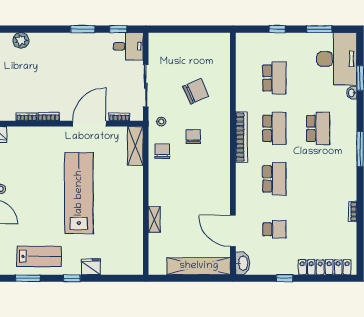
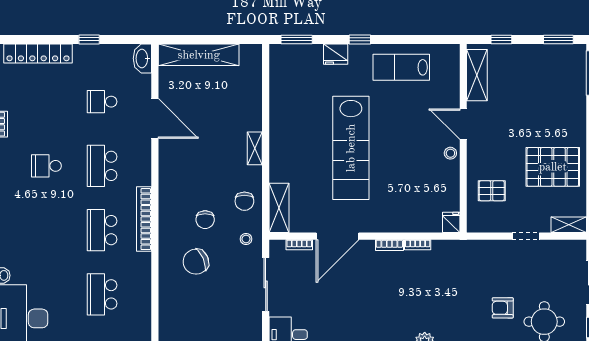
chair: (196, 91) -> (196, 262), moved
school desk: (318, 128) -> (46, 166), moved, width x0.54
shelving: (154, 220) -> (255, 148), moved
door: (233, 231) -> (155, 118), moved
window: (28, 278) -> (297, 39), moved

